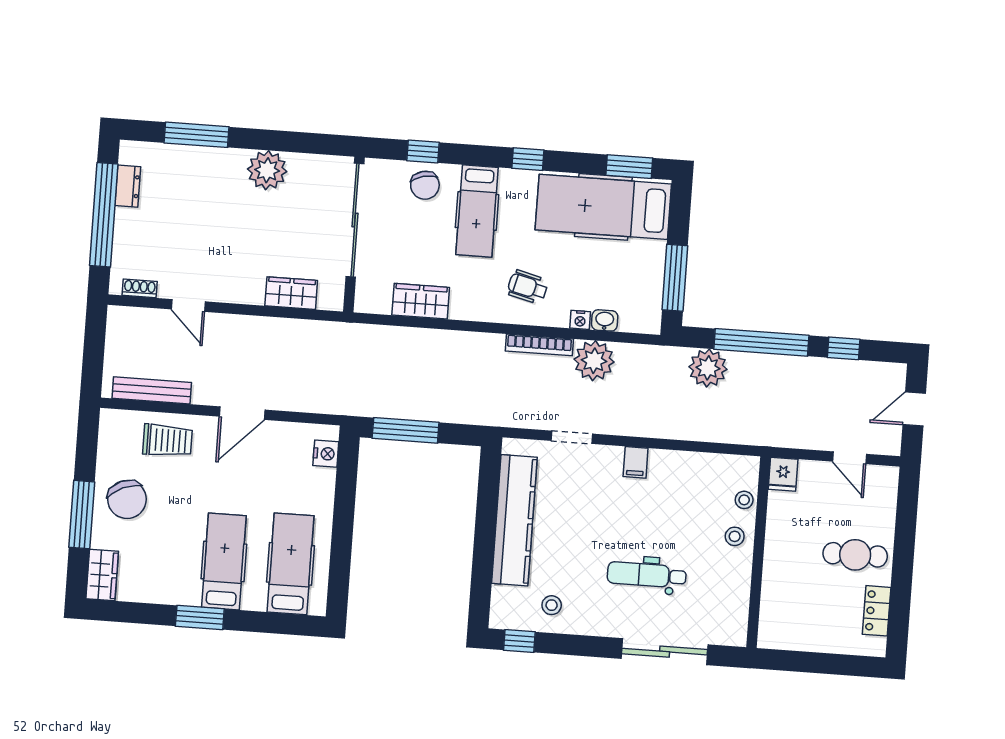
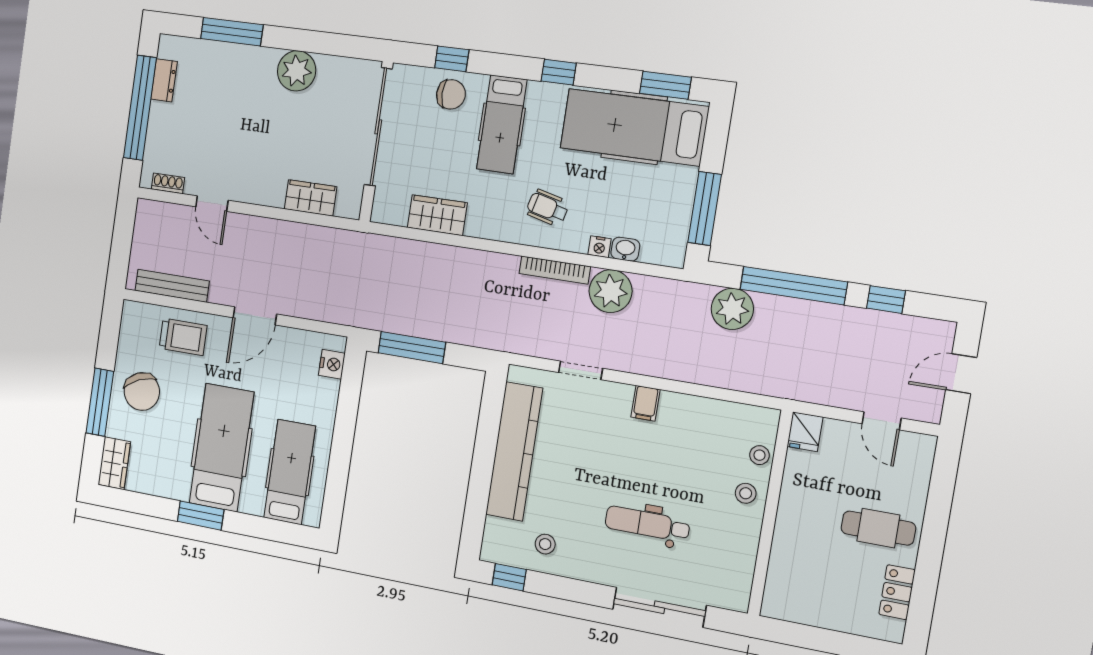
chair: (425, 185) -> (451, 94), turned -76
hospital bed: (224, 561) -> (222, 448), width x1.37, depth x1.29

